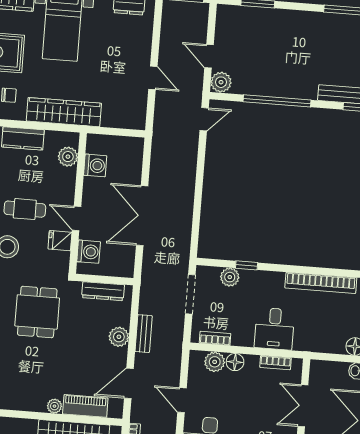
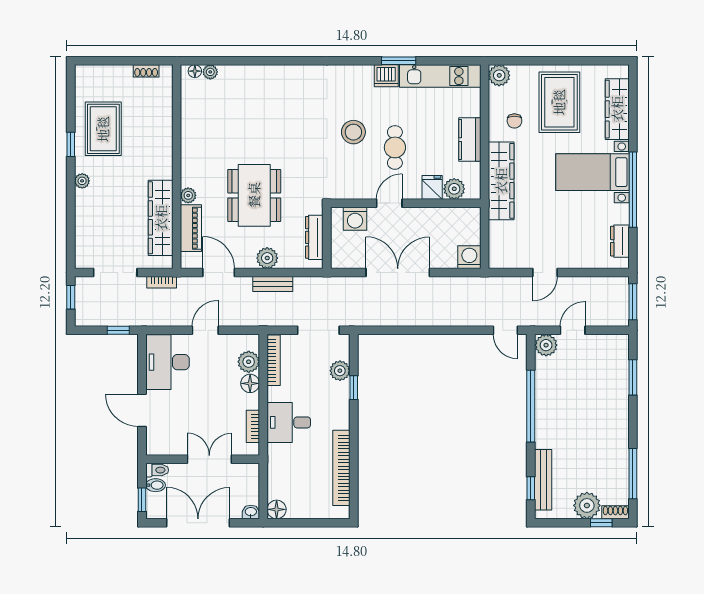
washing machine: (95, 165) -> (469, 257), moved, turned 180
fridge: (60, 241) -> (432, 187), moved
dining table: (37, 312) -> (254, 195), moved, width x1.38
bookcase: (215, 338) -> (274, 360), width x1.56

